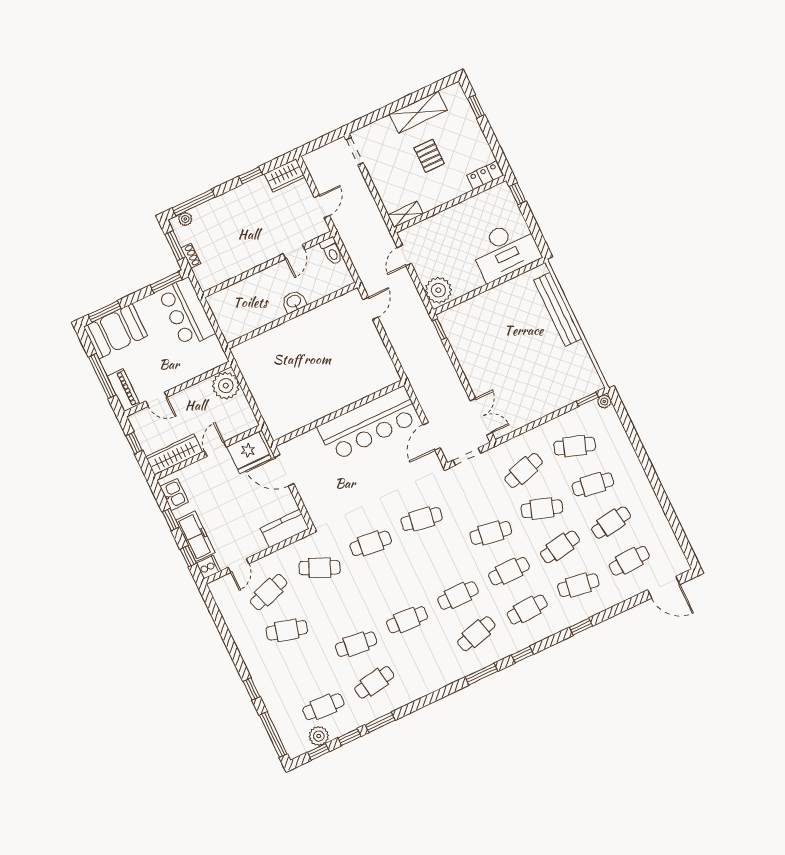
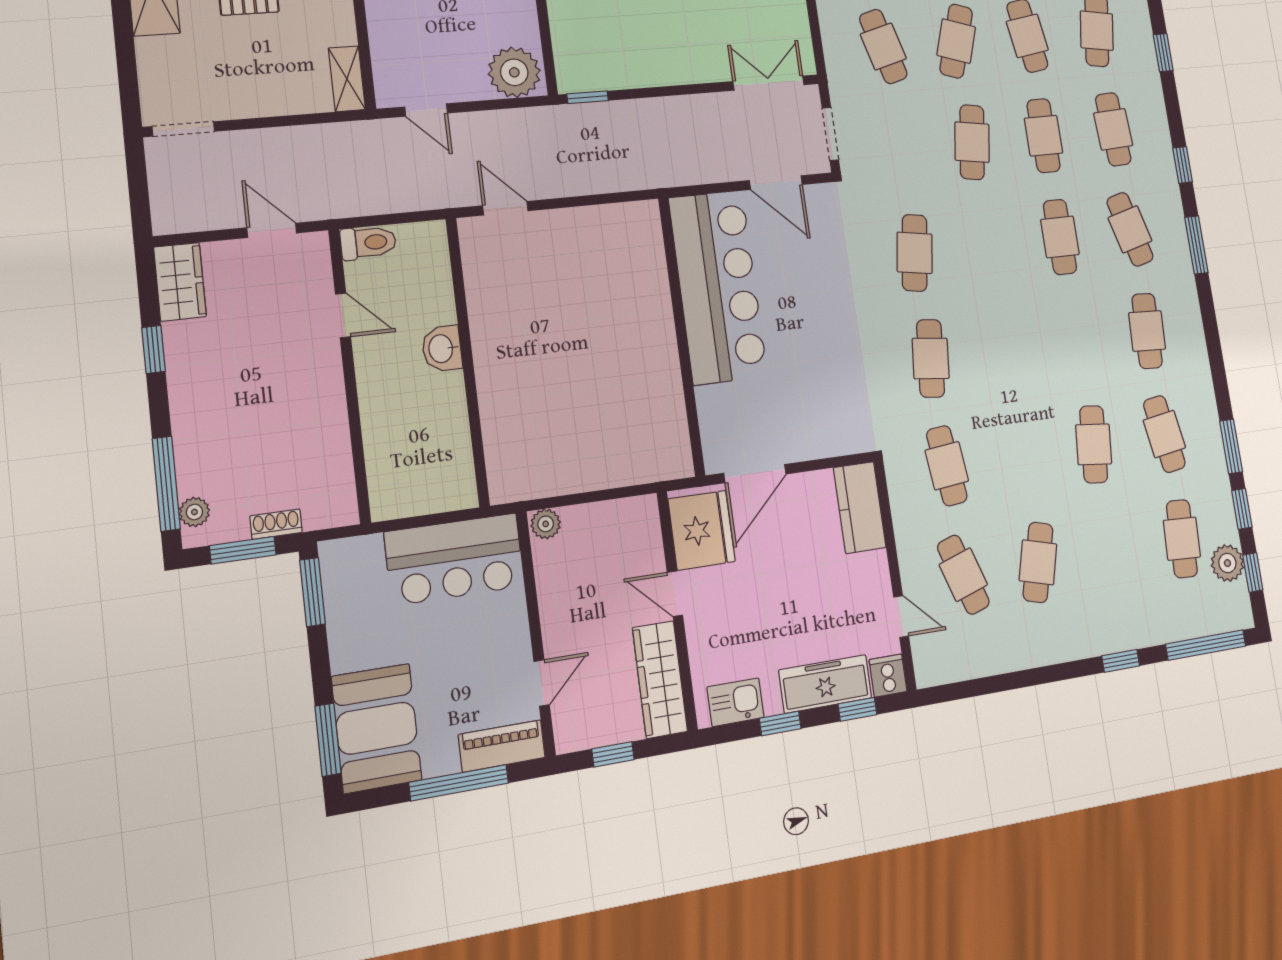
bar counter: (187, 313) -> (455, 559), moved
plant: (226, 386) -> (546, 524), width x0.53, depth x0.53
cafe table: (320, 568) -> (947, 466), turned -30
cafe table: (407, 620) -> (1147, 331), moved

